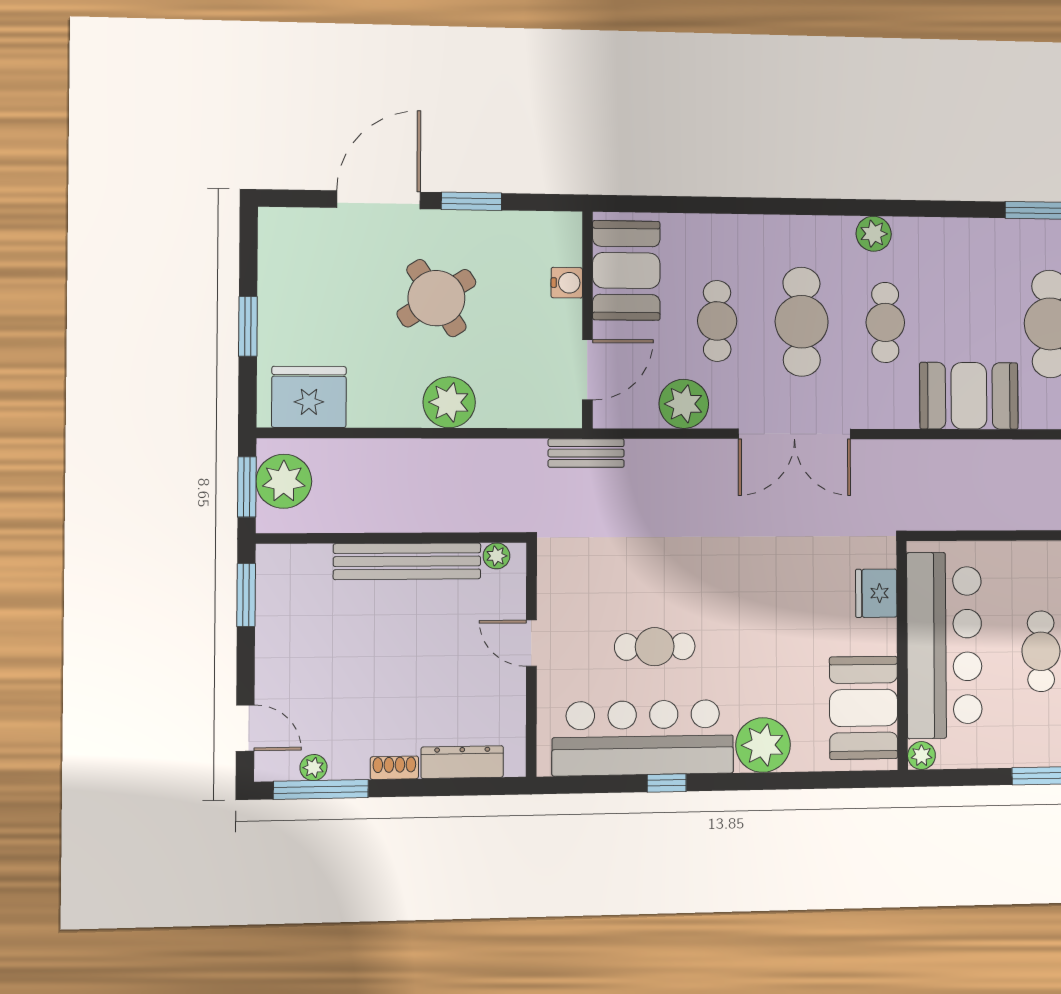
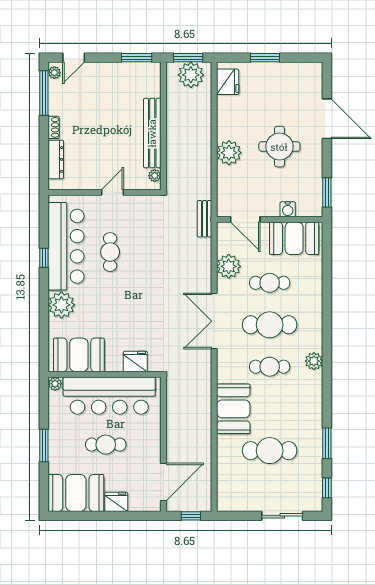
window: (471, 201) -> (327, 192), moved
round table: (436, 298) -> (279, 147), turned 33
fridge: (309, 397) -> (228, 82), width x0.73, depth x0.75
plant: (313, 768) -> (54, 73), moved

